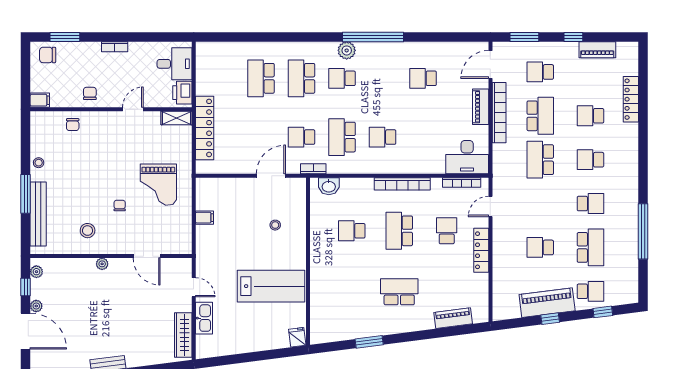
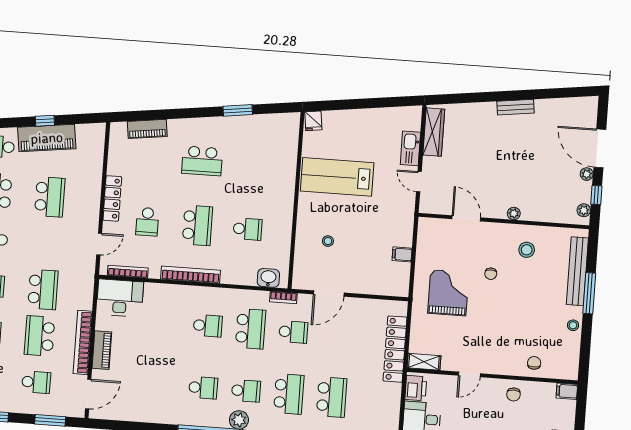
school desk: (423, 78) -> (203, 388), moved
school desk: (540, 247) -> (50, 197), width x1.85

